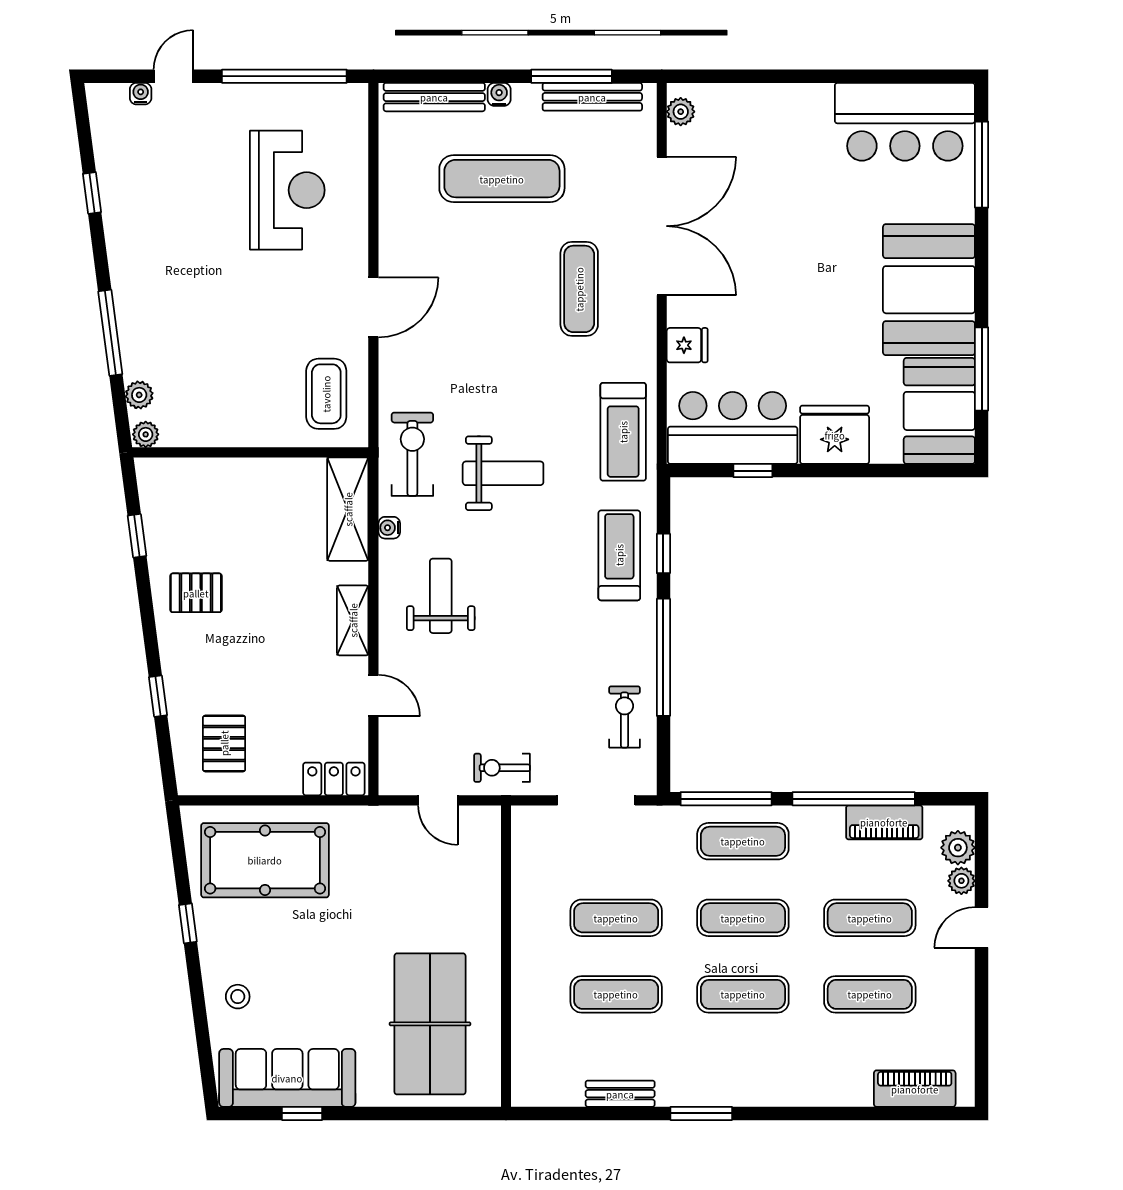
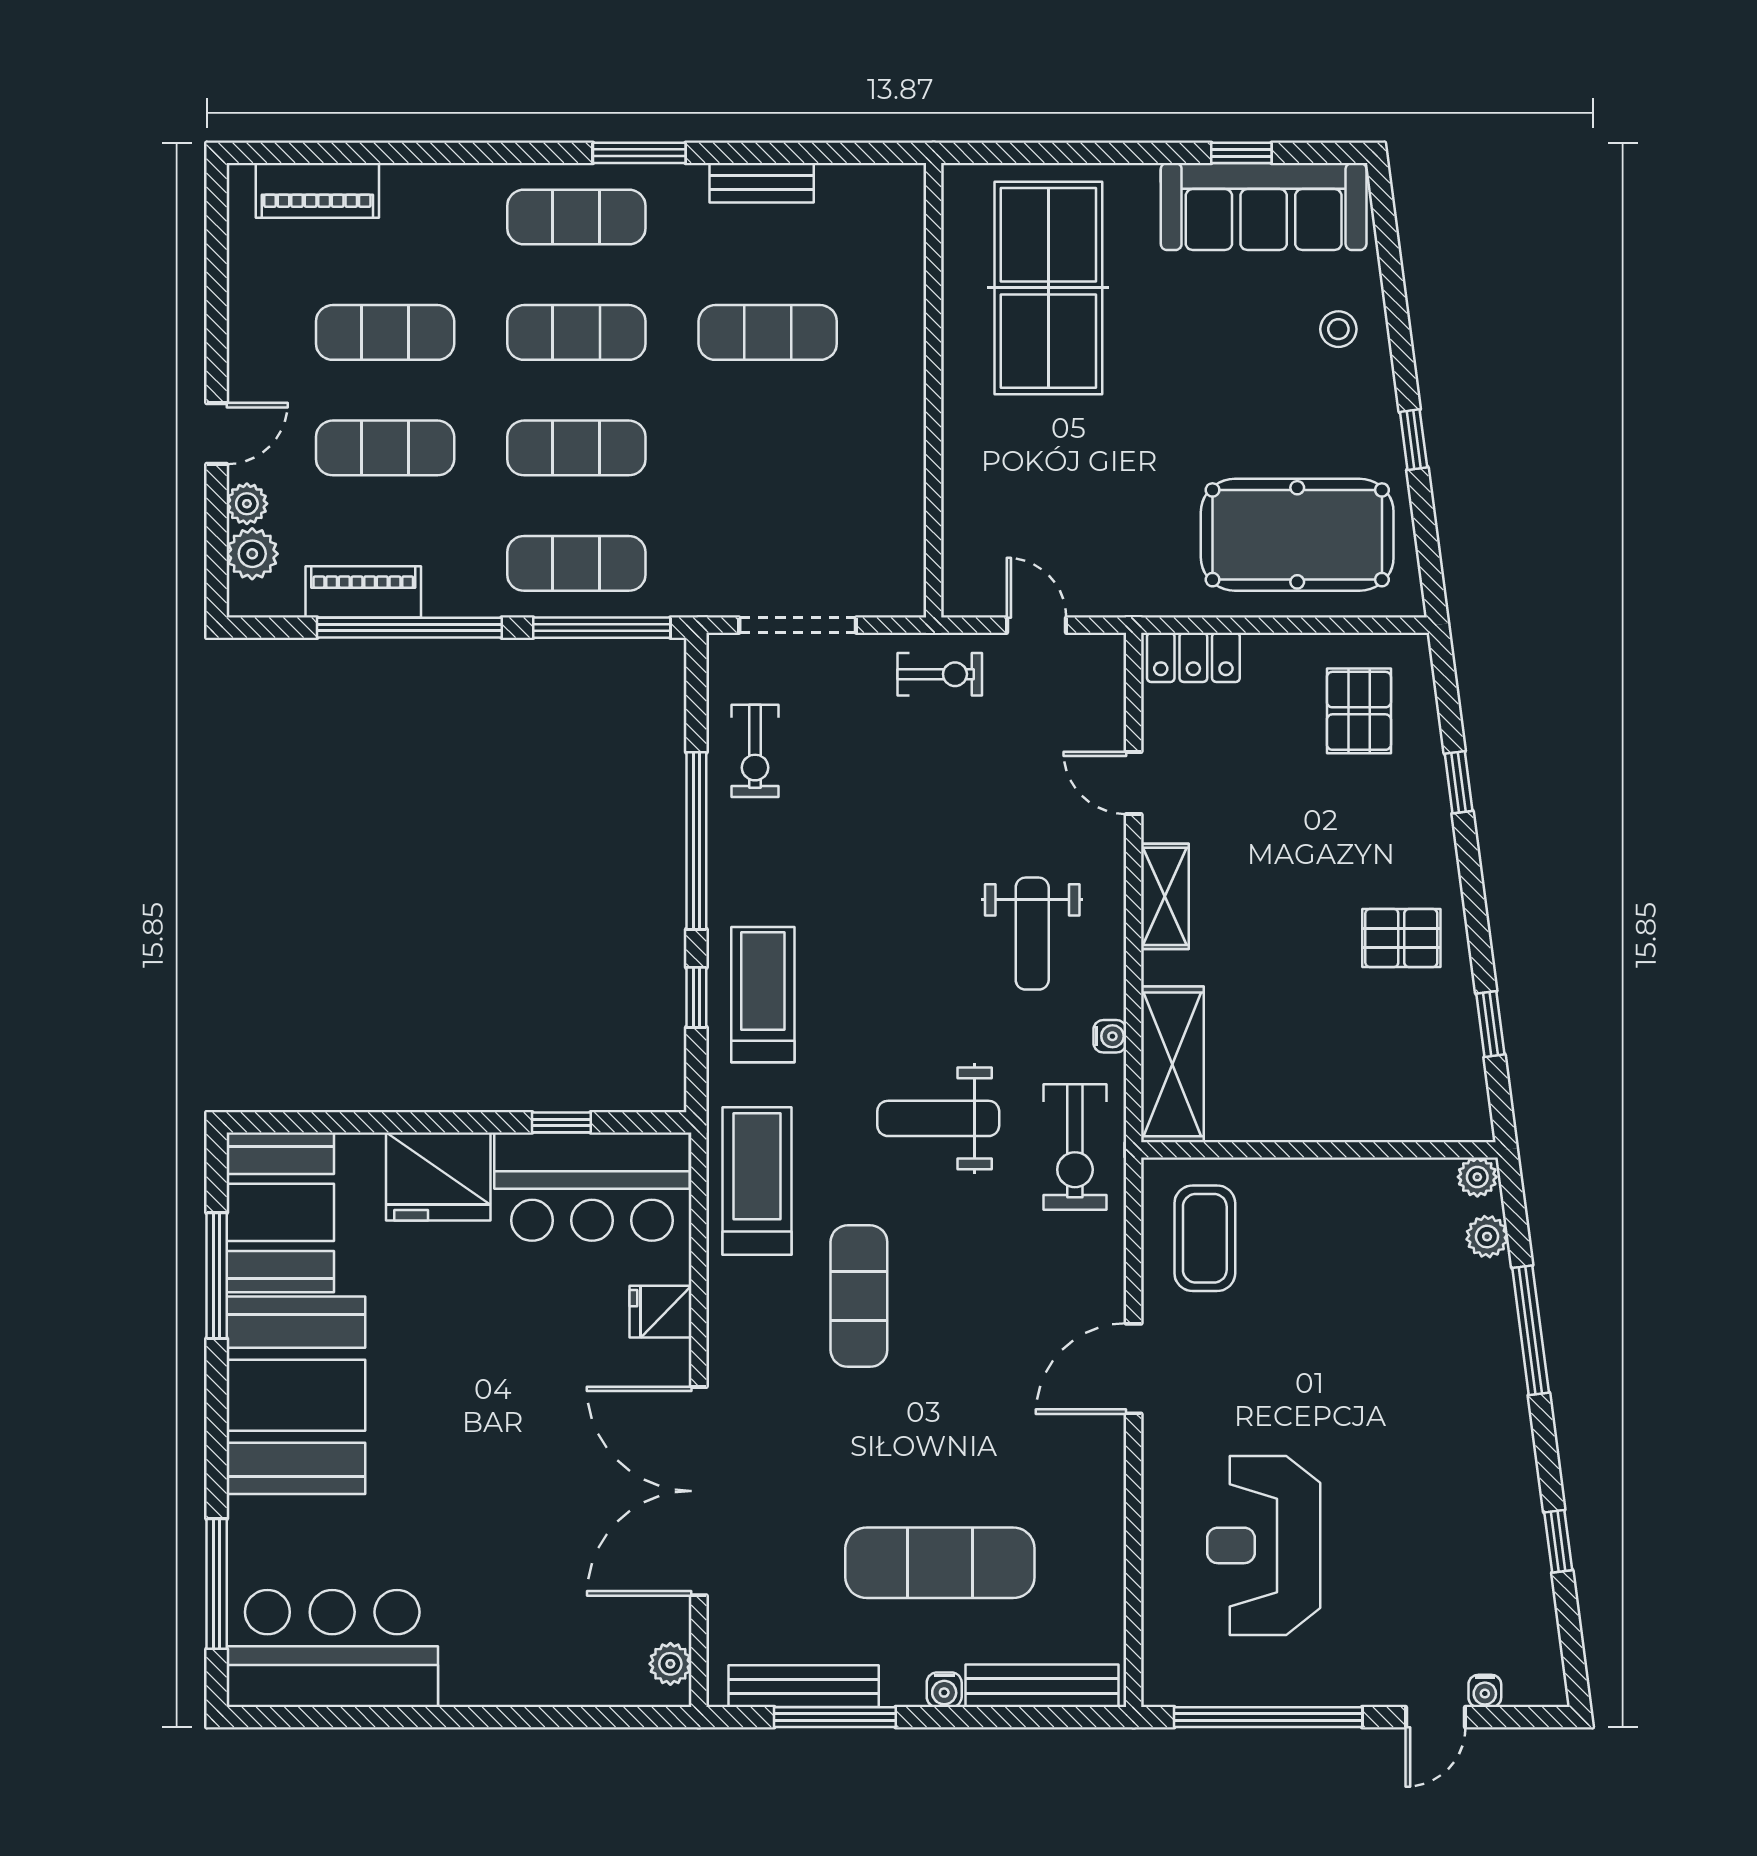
exercise mat: (579, 289) -> (859, 1296), moved
treadmill: (619, 555) -> (763, 995), turned 180
exercise mat: (616, 918) -> (576, 217), moved

